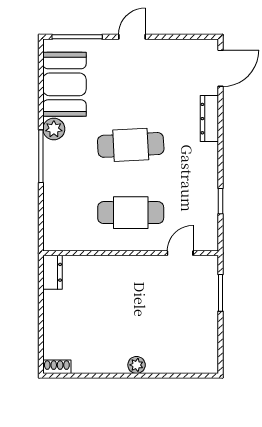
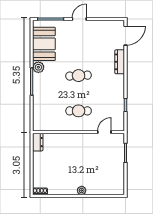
cafe table: (131, 145) -> (79, 76), width x0.73, depth x0.74
cafe table: (131, 213) -> (79, 111), width x0.73, depth x0.74

